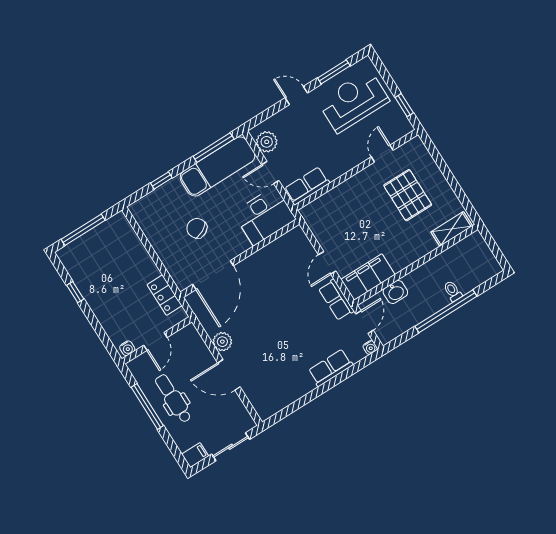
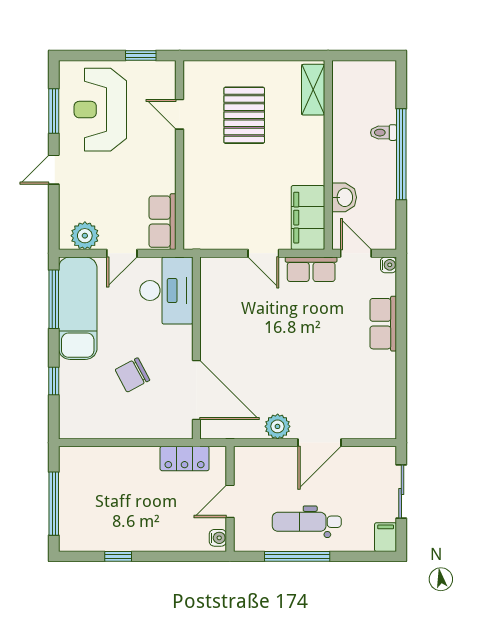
pallet: (408, 195) -> (244, 115), turned 90
door: (155, 341) -> (230, 501), swing flipped

